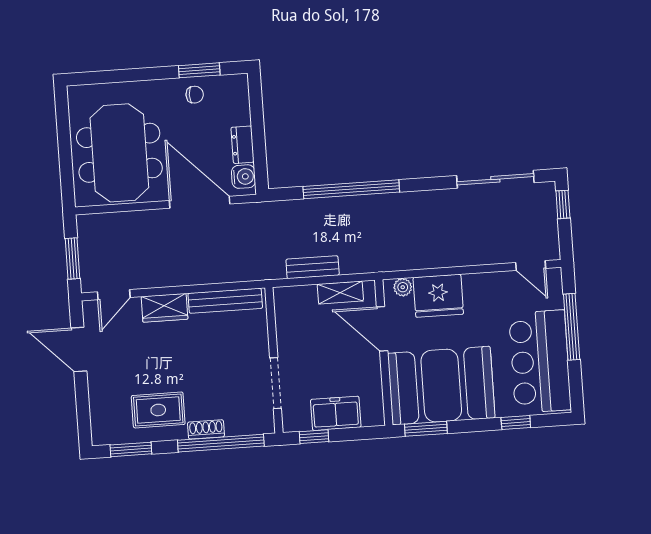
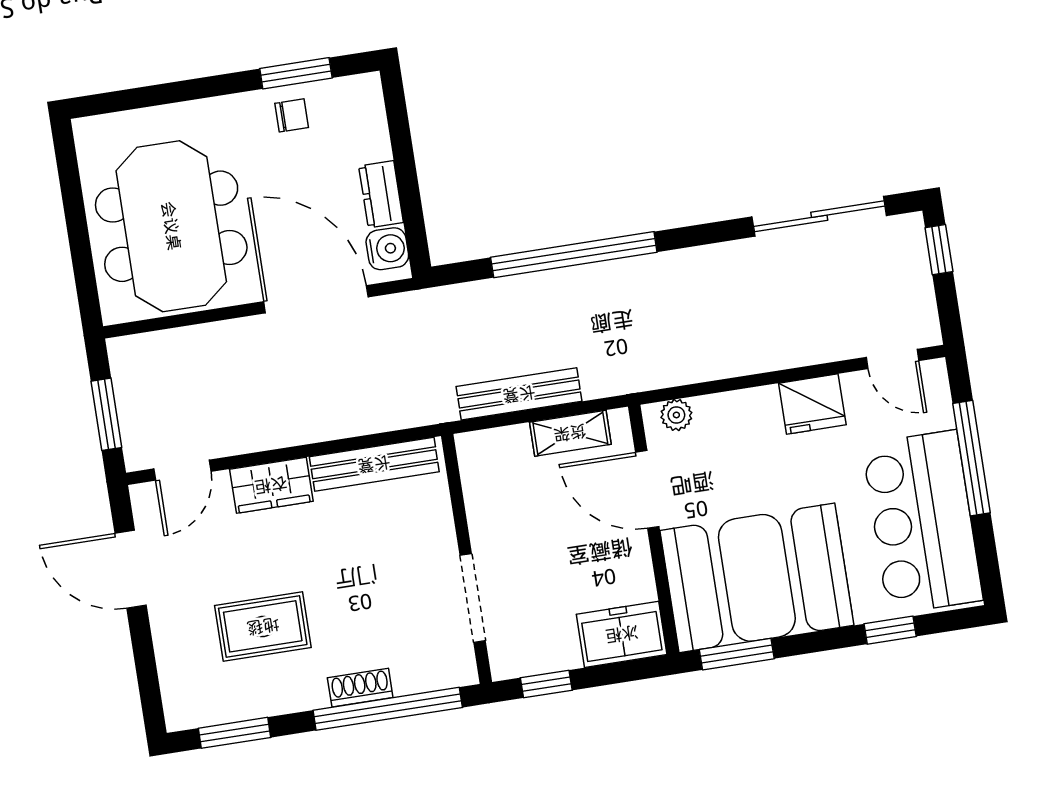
bench: (313, 267) -> (519, 394), width x1.36
fridge: (438, 296) -> (812, 404), moved, width x0.73, depth x0.75
rug: (158, 410) -> (263, 626), moved
freezer: (336, 413) -> (622, 634), moved

